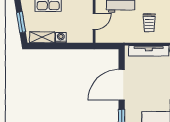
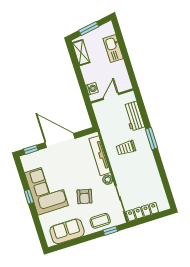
door: (94, 21) -> (111, 96), swing flipped
washing machine: (61, 38) -> (92, 89), moved

